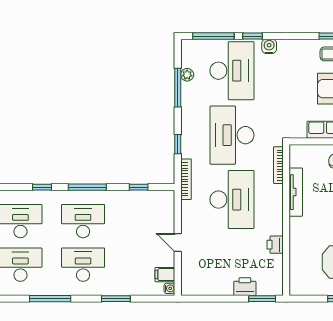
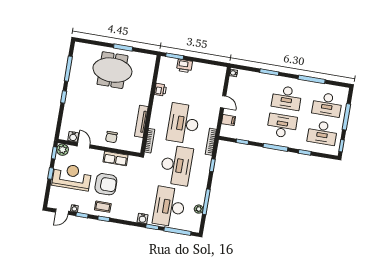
desk: (83, 221) -> (282, 126), turned 180
filing cabinet: (165, 275) -> (228, 120), moved

